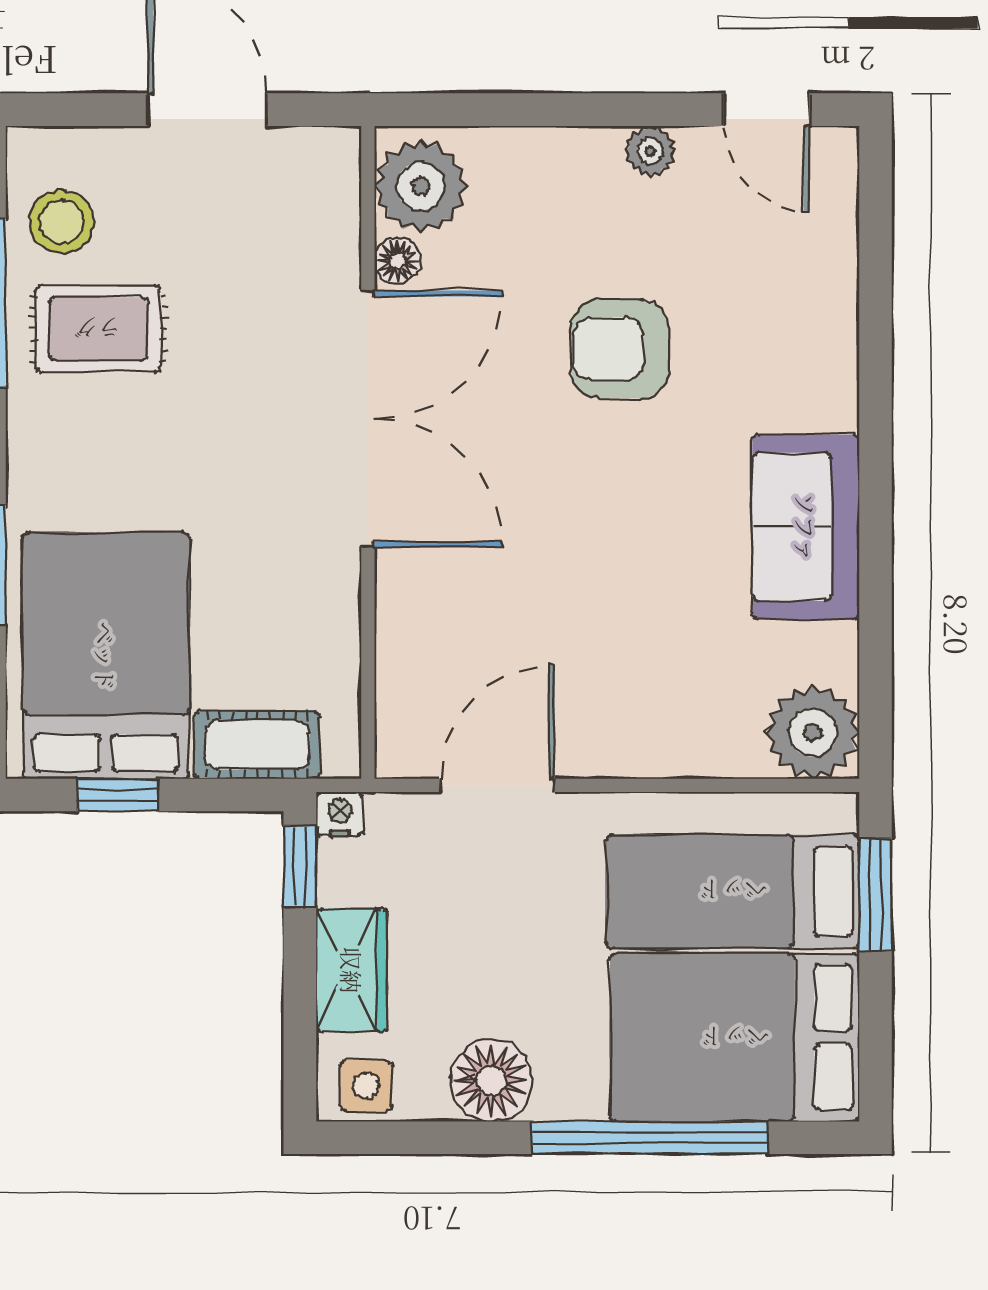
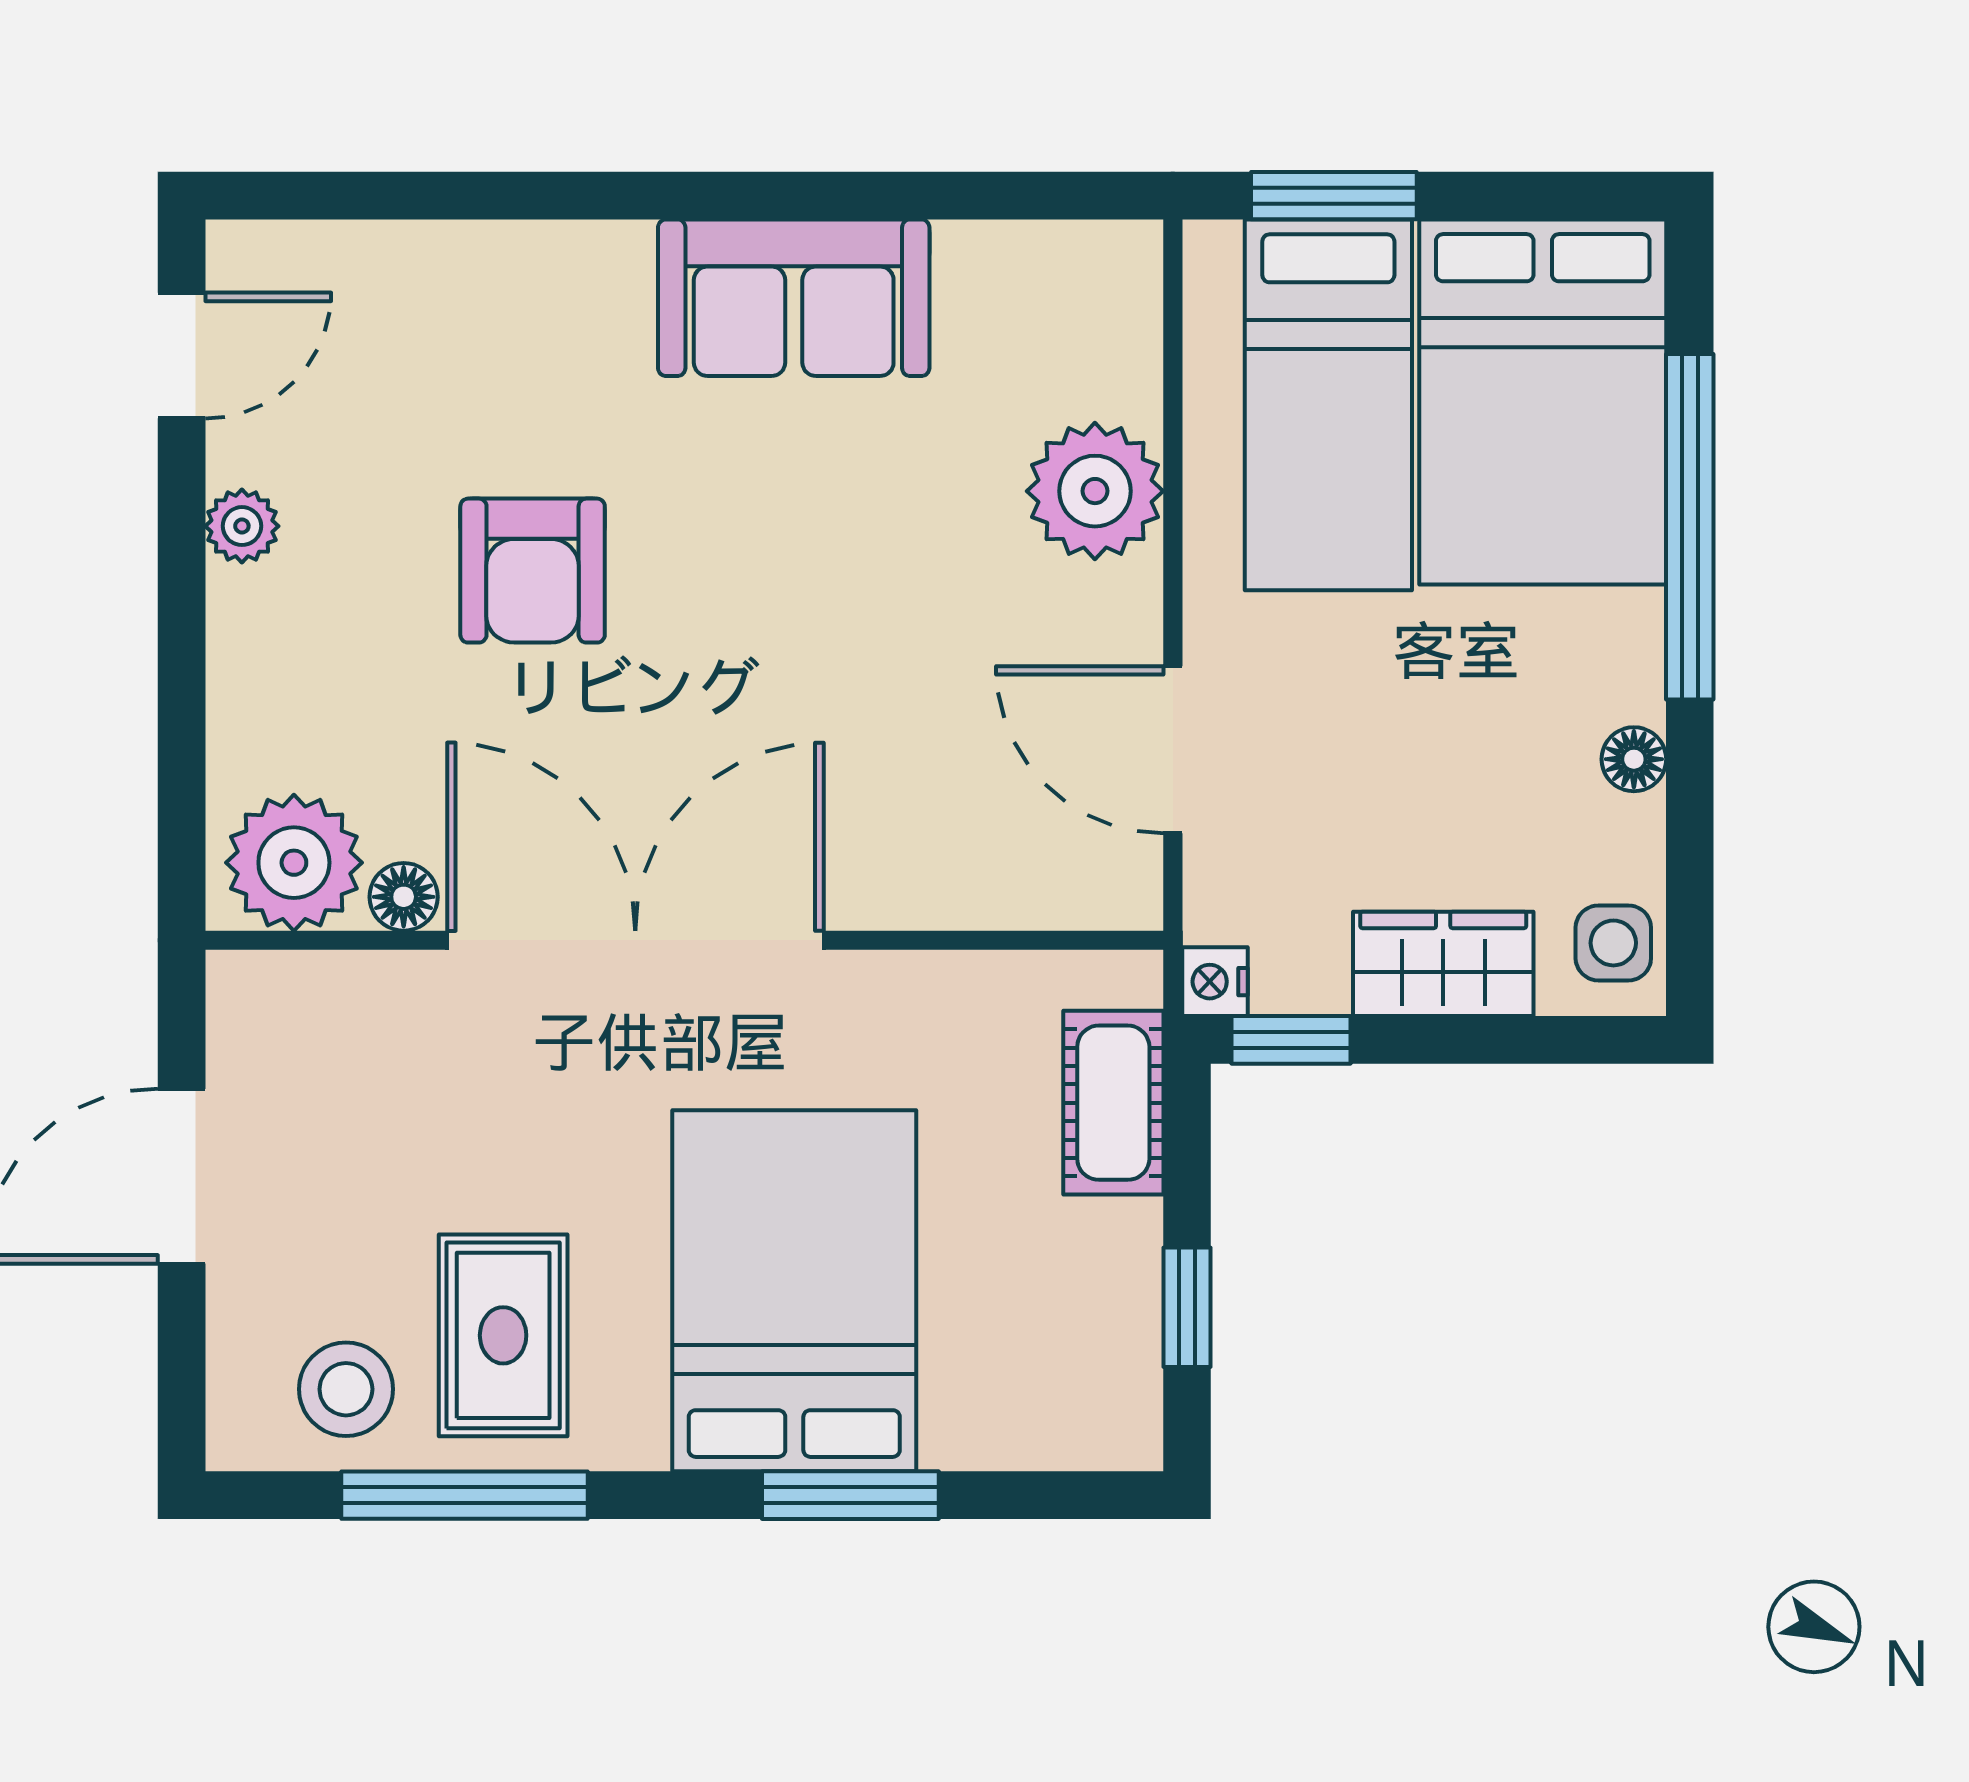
bed: (106, 656) -> (794, 1291), moved, turned 90
plant: (813, 732) -> (1095, 491), moved
floor lamp: (491, 1080) -> (1634, 759), width x0.53, depth x0.53

